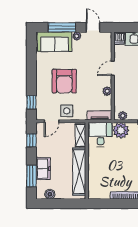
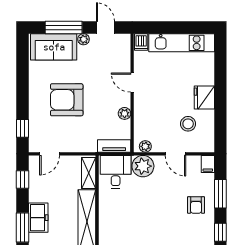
door: (113, 68) -> (132, 83), hinge flipped
armchair: (64, 81) -> (67, 100), turned 90
side table: (67, 111) -> (70, 140), removed

